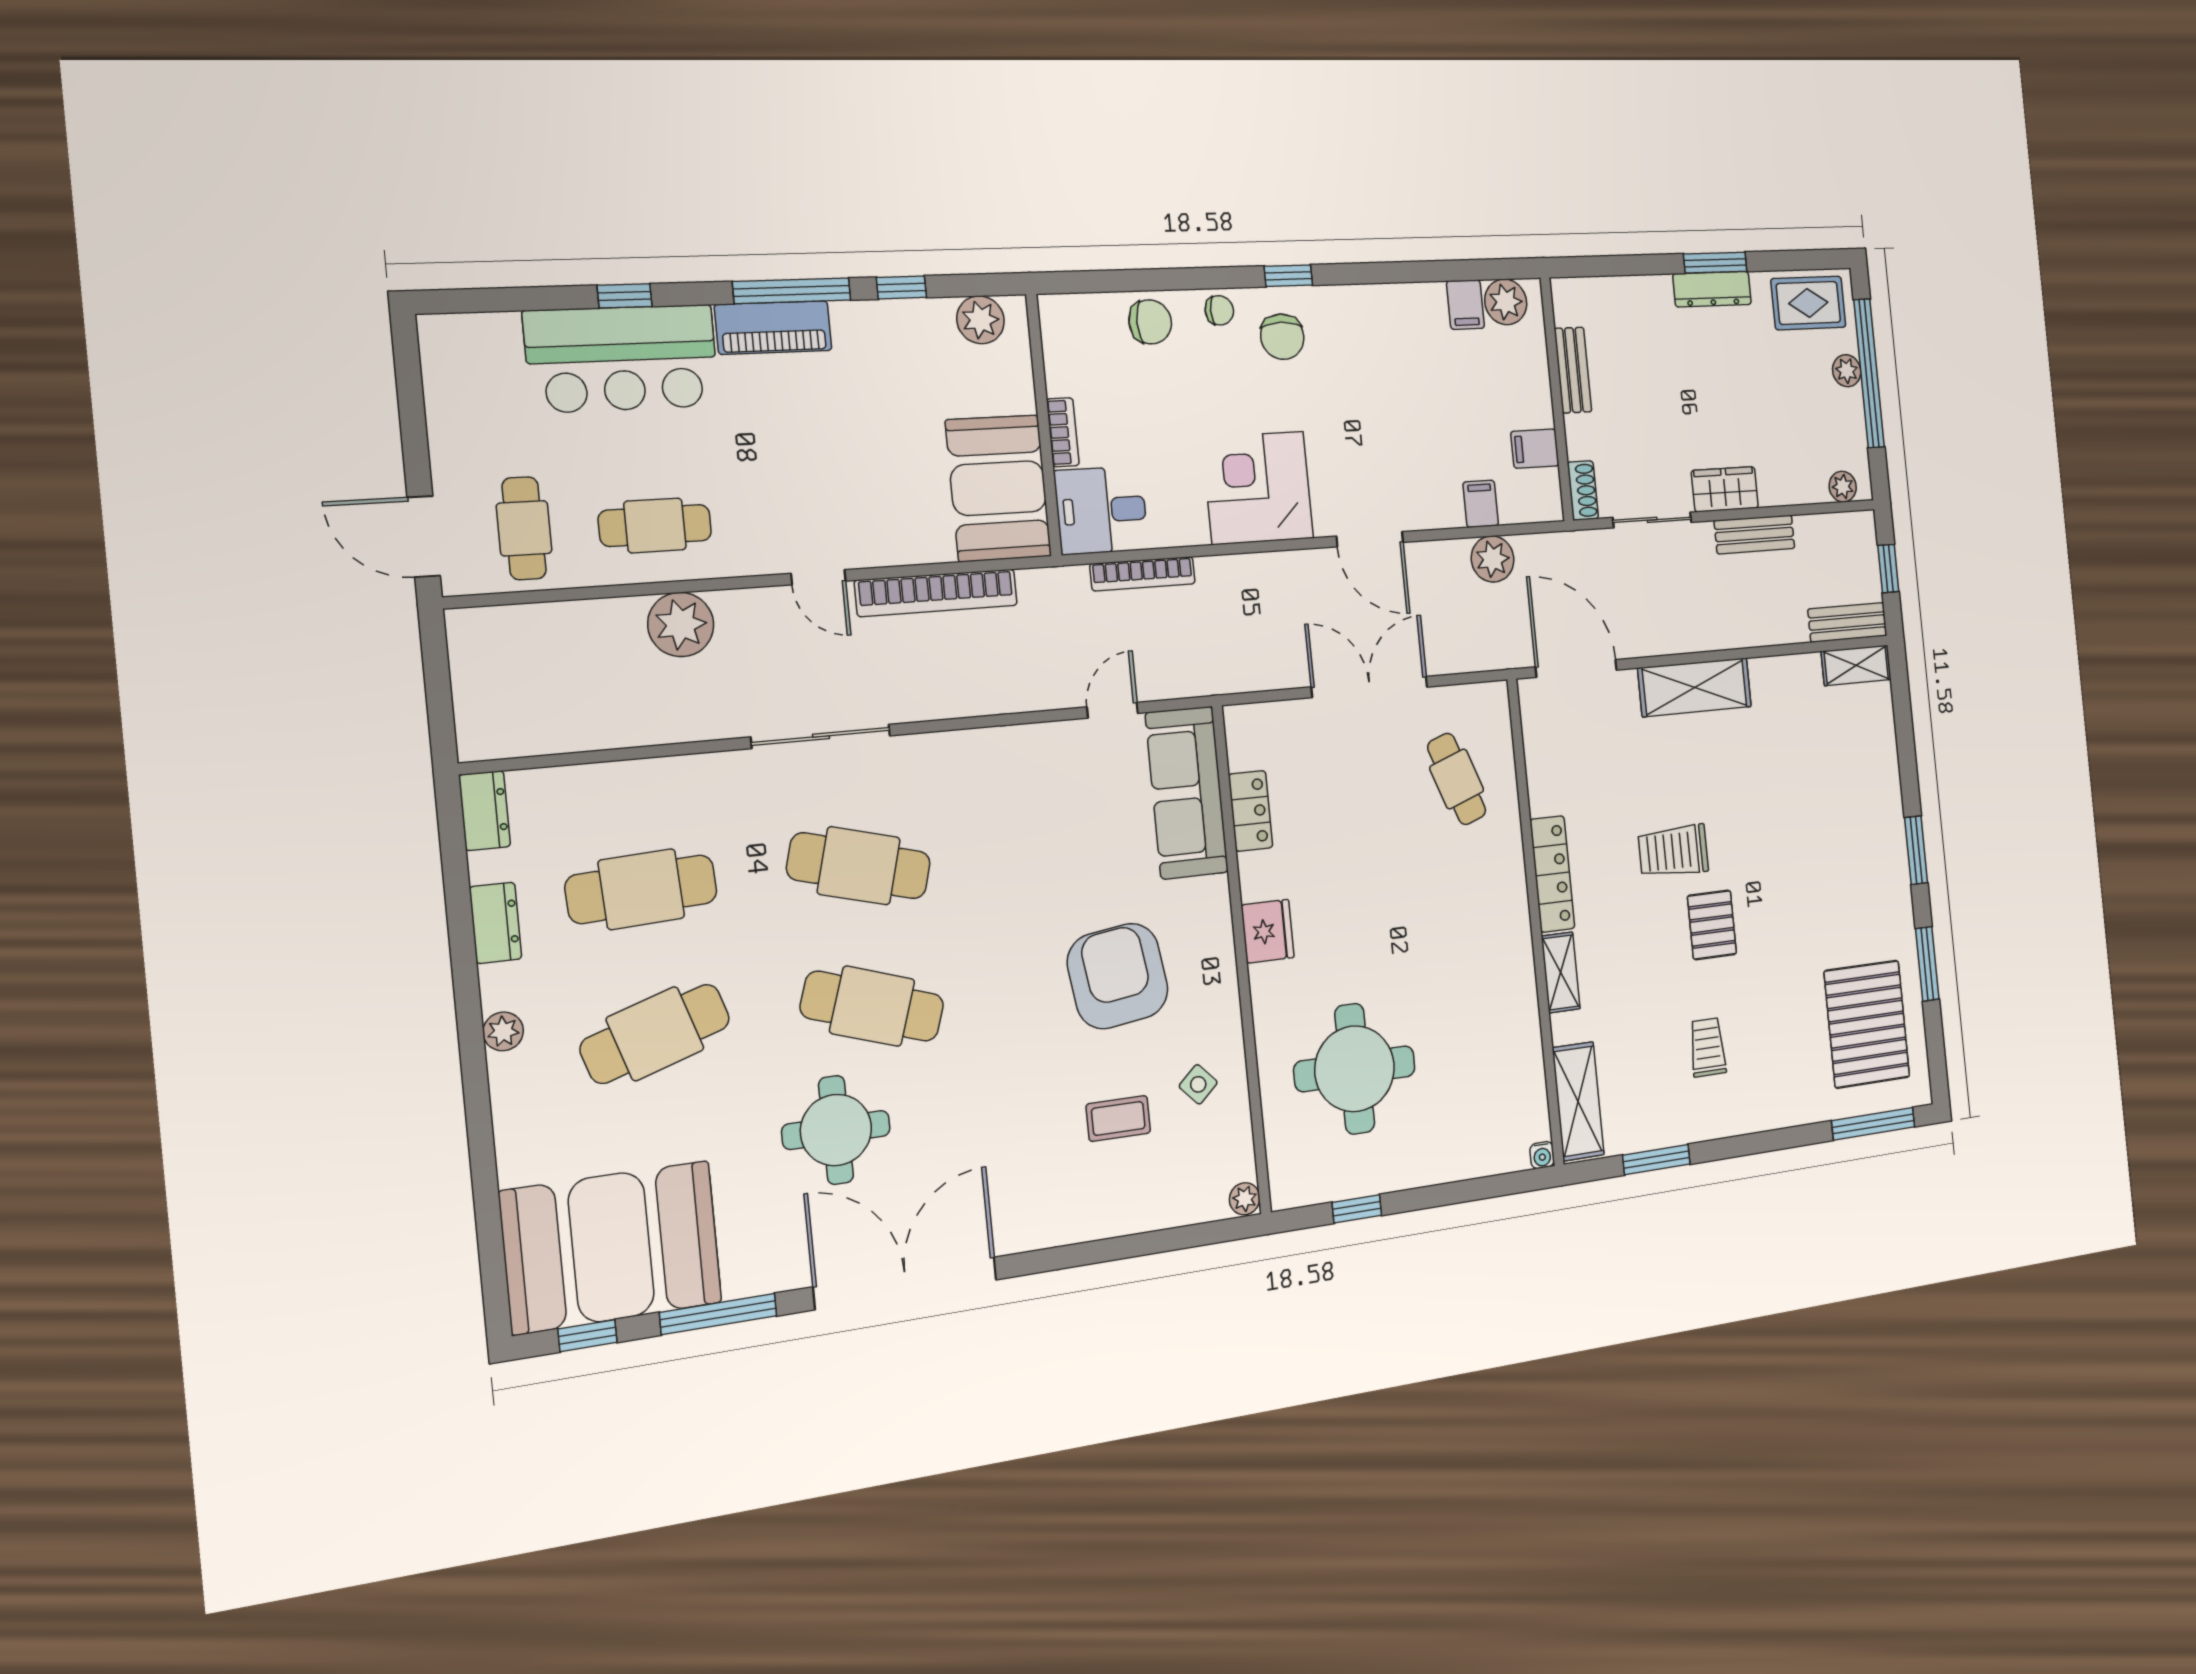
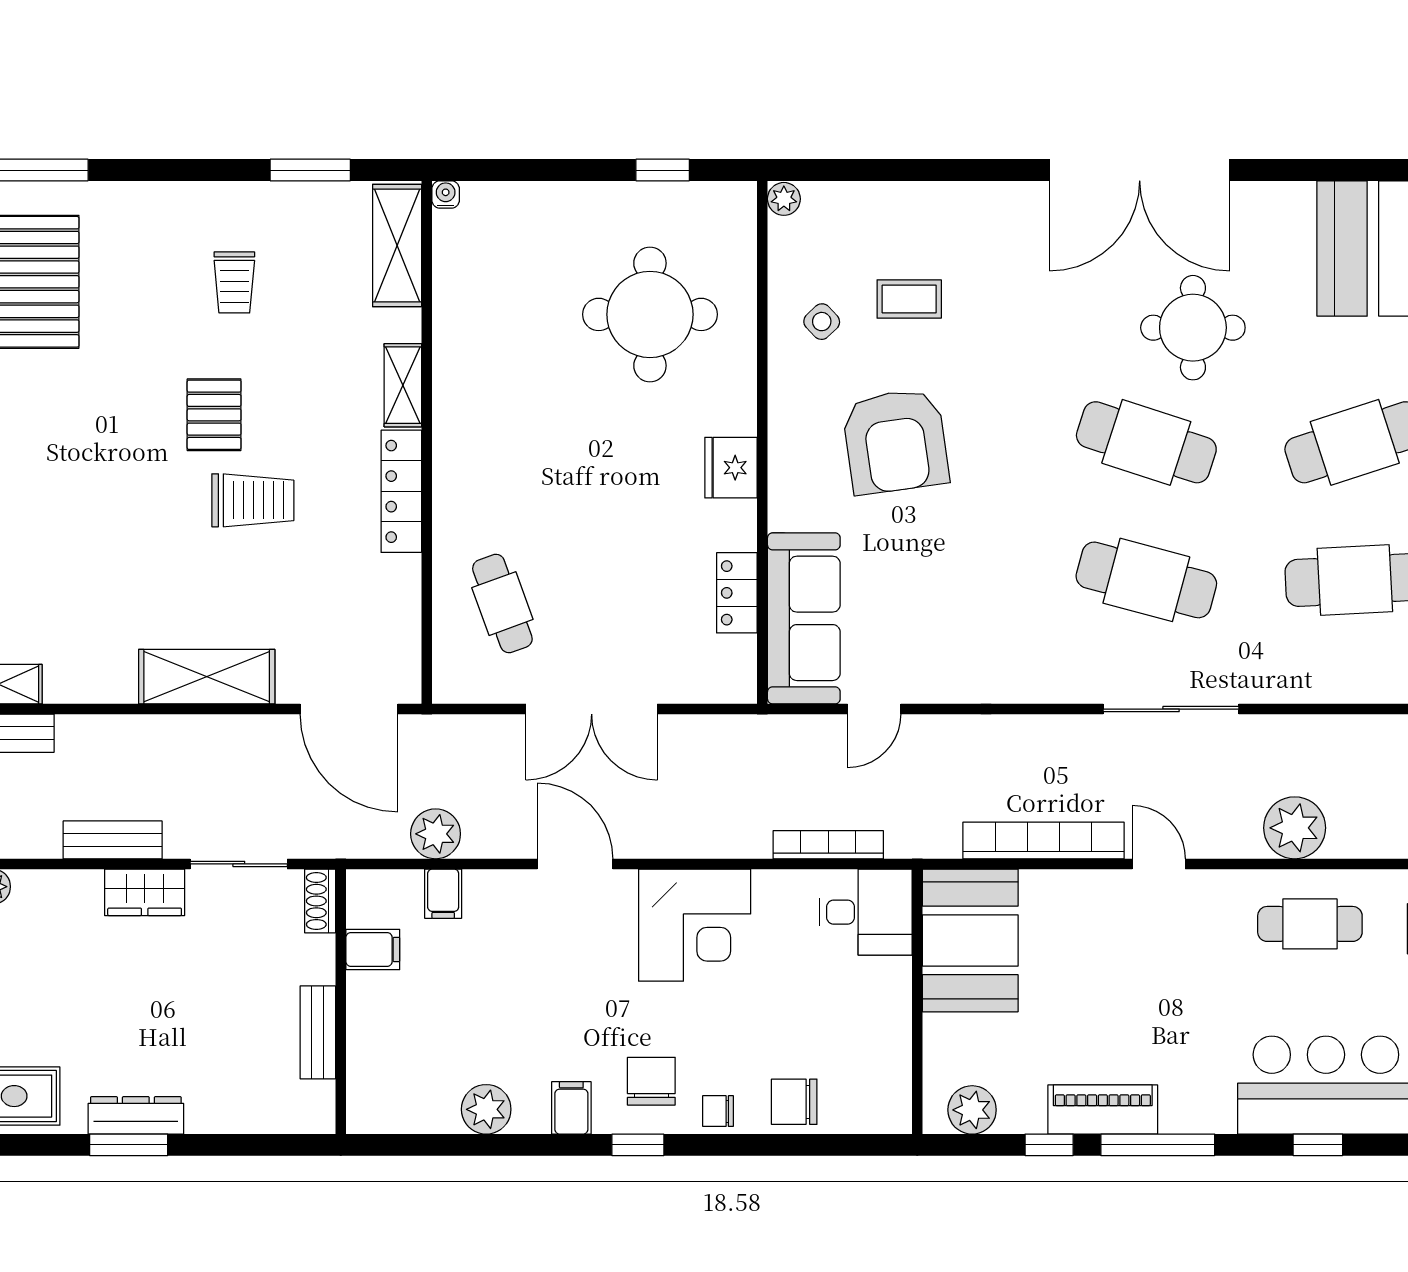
plant: (1506, 302) -> (486, 1109), moved
filing cabinet: (1465, 305) -> (571, 1108), moved
piano: (773, 328) -> (1103, 1110), moved
bookcase: (1063, 432) -> (898, 993), removed
window: (718, 1314) -> (1321, 170), removed

